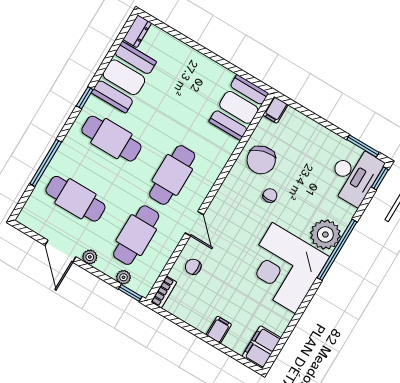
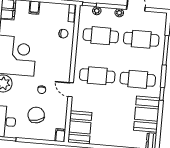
chair: (261, 160) -> (36, 115), moved
cafe table: (172, 175) -> (97, 76), turned 90
door: (194, 224) -> (71, 90), moved
cafe table: (136, 235) -> (101, 36), turned 90

